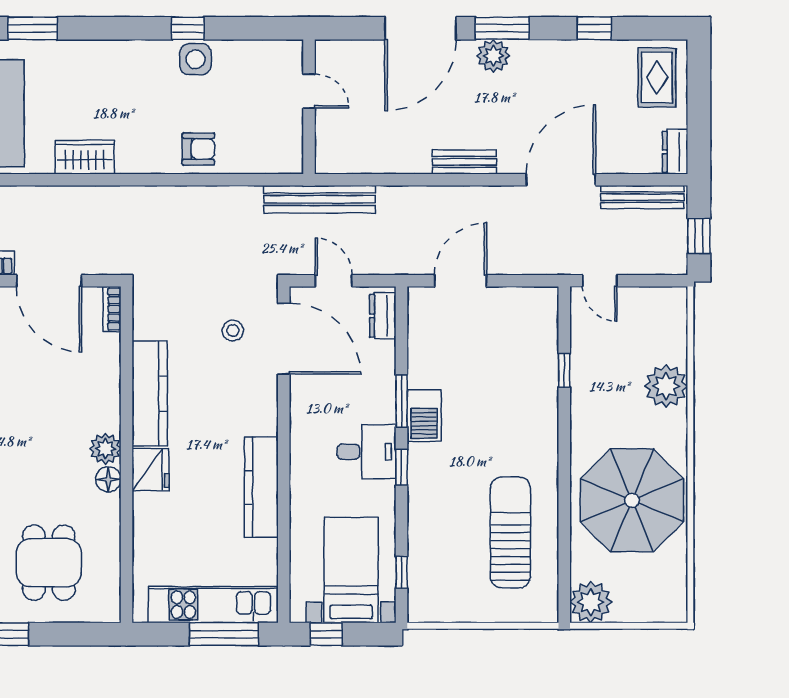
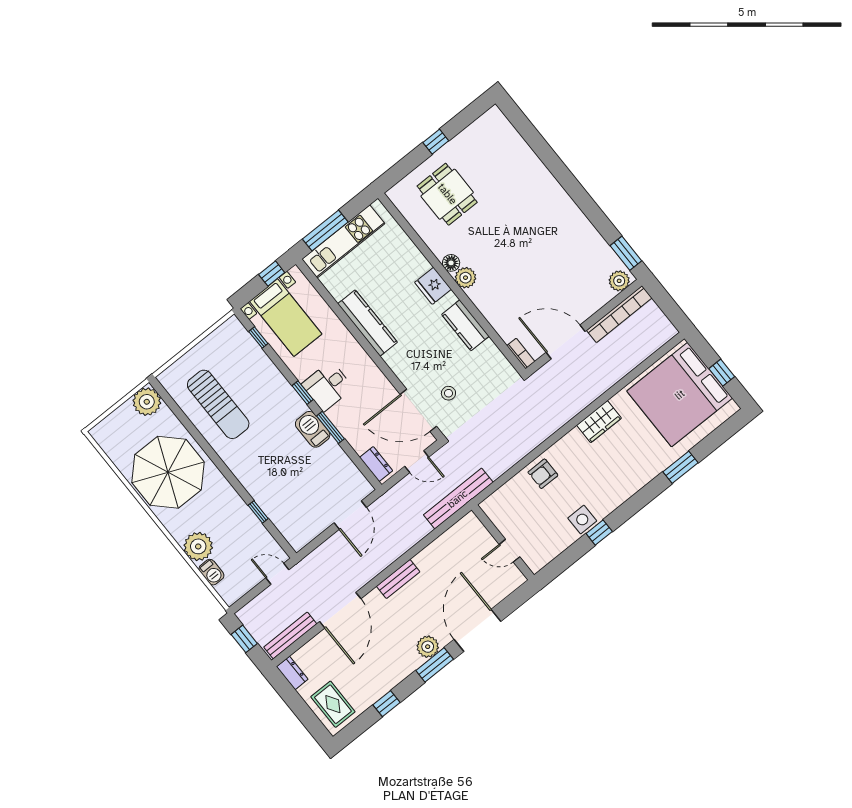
barbecue: (675, 344) -> (211, 572), added
kitchen counter: (150, 394) -> (465, 325), width x0.67

